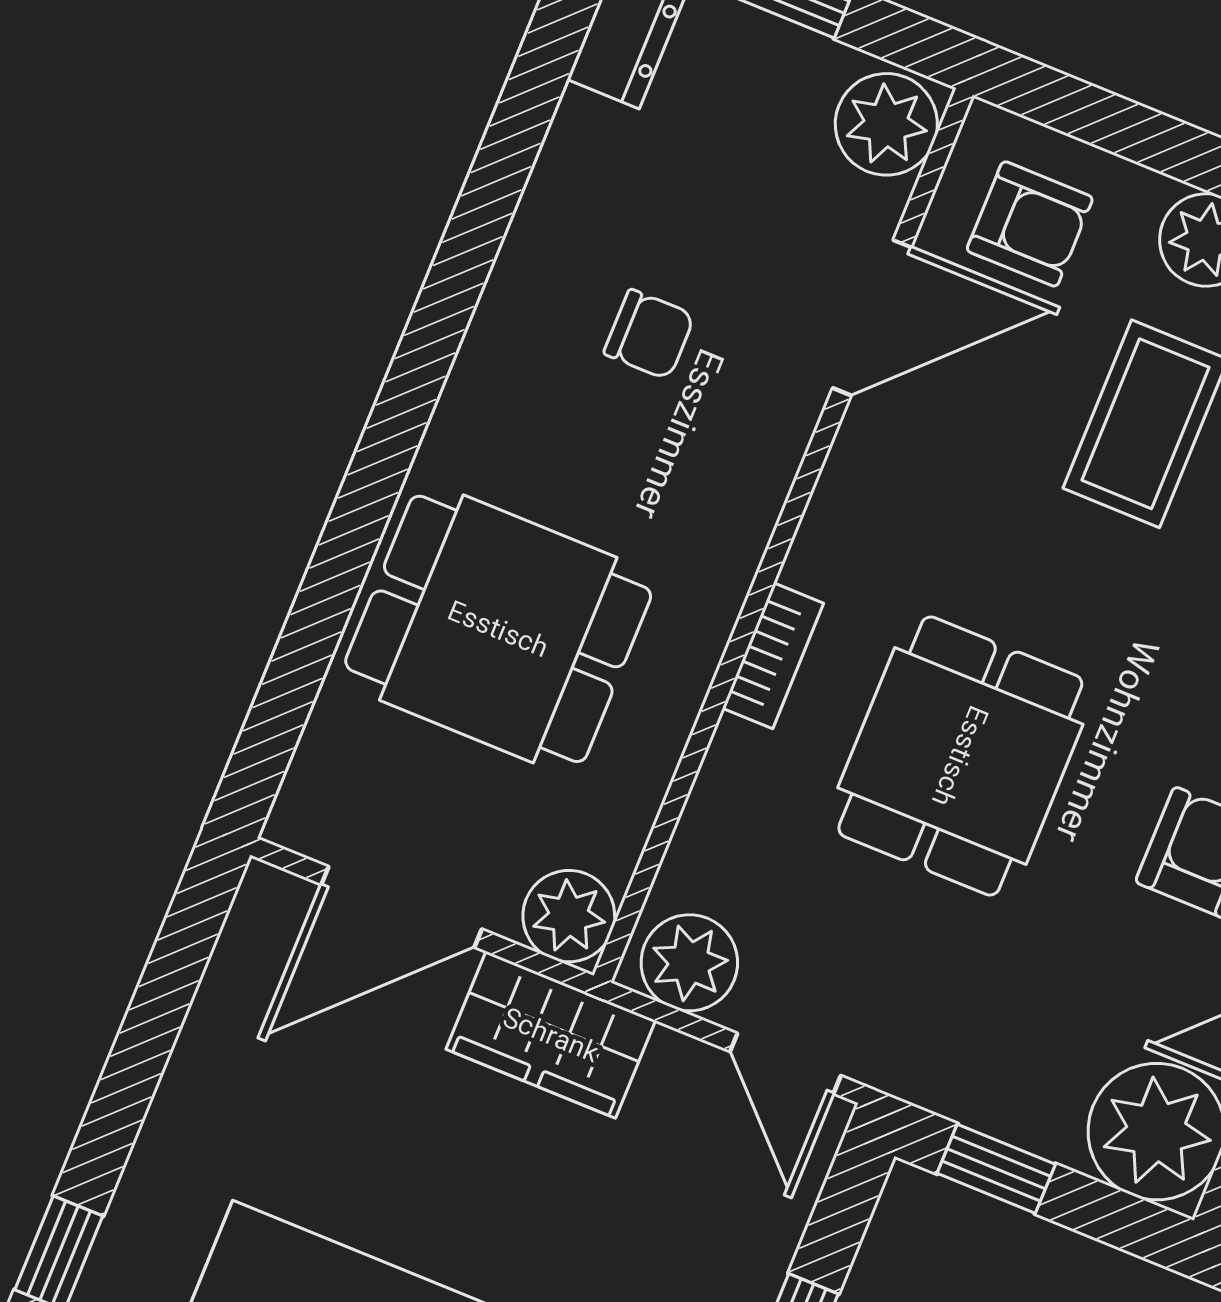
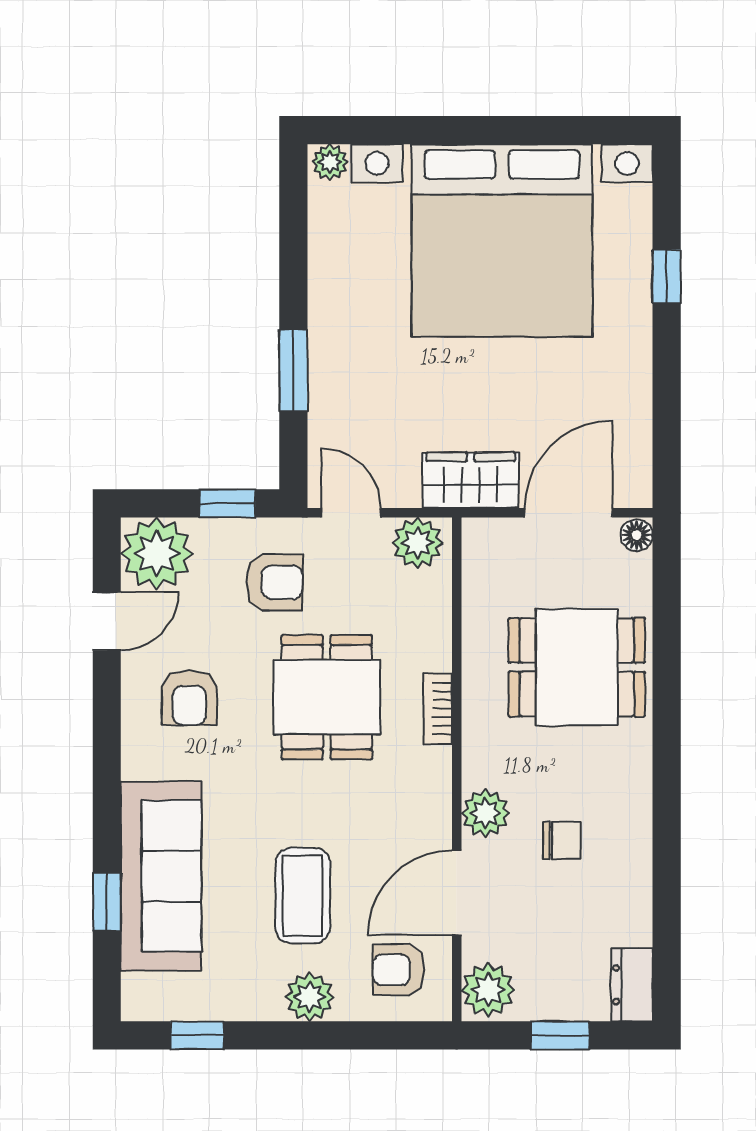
chair: (649, 334) -> (562, 841), turned 180
floor lamp: (298, 819) -> (637, 535), added
plant: (569, 916) -> (485, 813), moved
armchair: (970, 996) -> (274, 582), added

